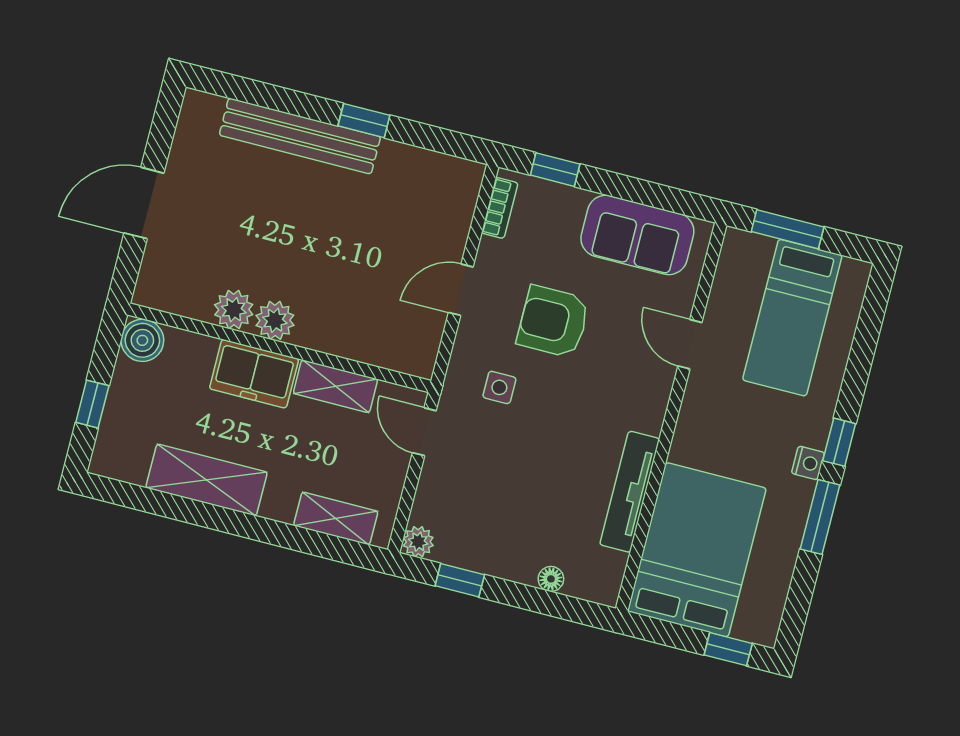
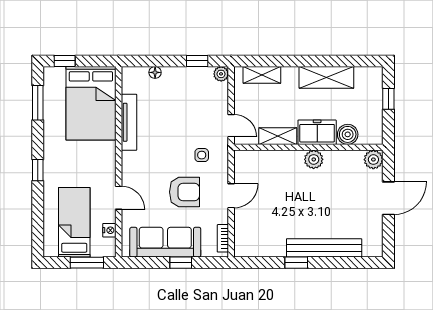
window: (555, 170) -> (181, 263), moved
sofa: (637, 235) -> (165, 242), width x1.36
plant: (234, 310) -> (373, 160), moved
boiler: (142, 340) -> (348, 134), moved
nightstand: (808, 463) -> (109, 230), moved, turned 180
window: (820, 517) -> (38, 103), moved

